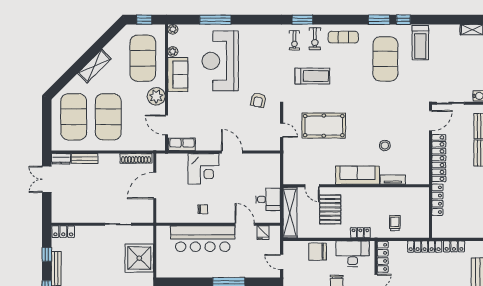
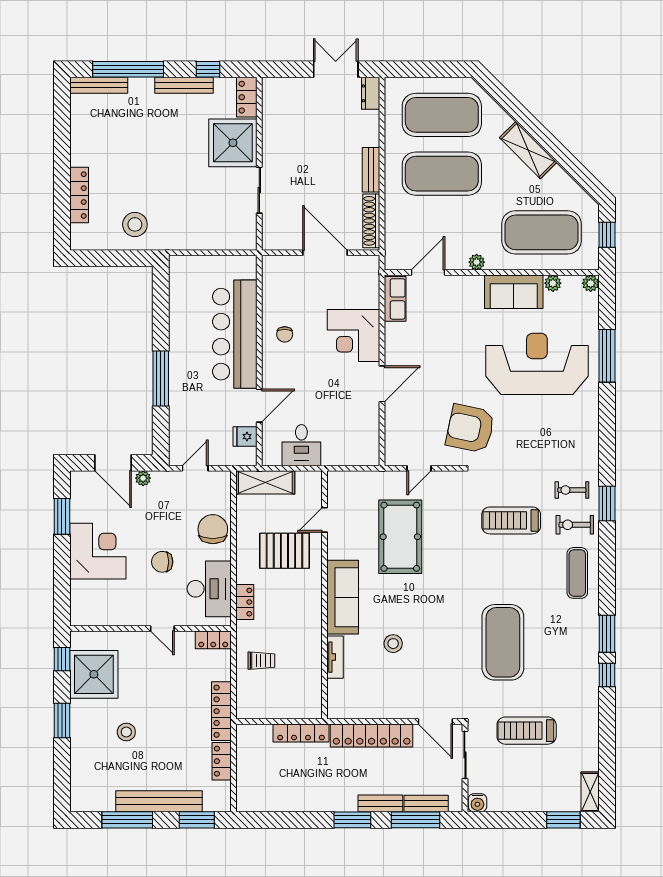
treadmill: (420, 43) -> (527, 731), moved
exercise mat: (385, 59) -> (503, 642), moved, turned 90
treadmill: (312, 76) -> (511, 520), turned 90
plant: (156, 96) -> (477, 262), width x0.53, depth x0.53
armchair: (258, 100) -> (470, 429), width x1.88, depth x1.88
pool table: (324, 126) -> (400, 537), moved
bench: (85, 159) -> (371, 170), moved
shelving: (290, 213) -> (265, 482), width x0.68
locker: (383, 257) -> (213, 640), width x0.66
shower: (139, 258) -> (233, 143), moved

